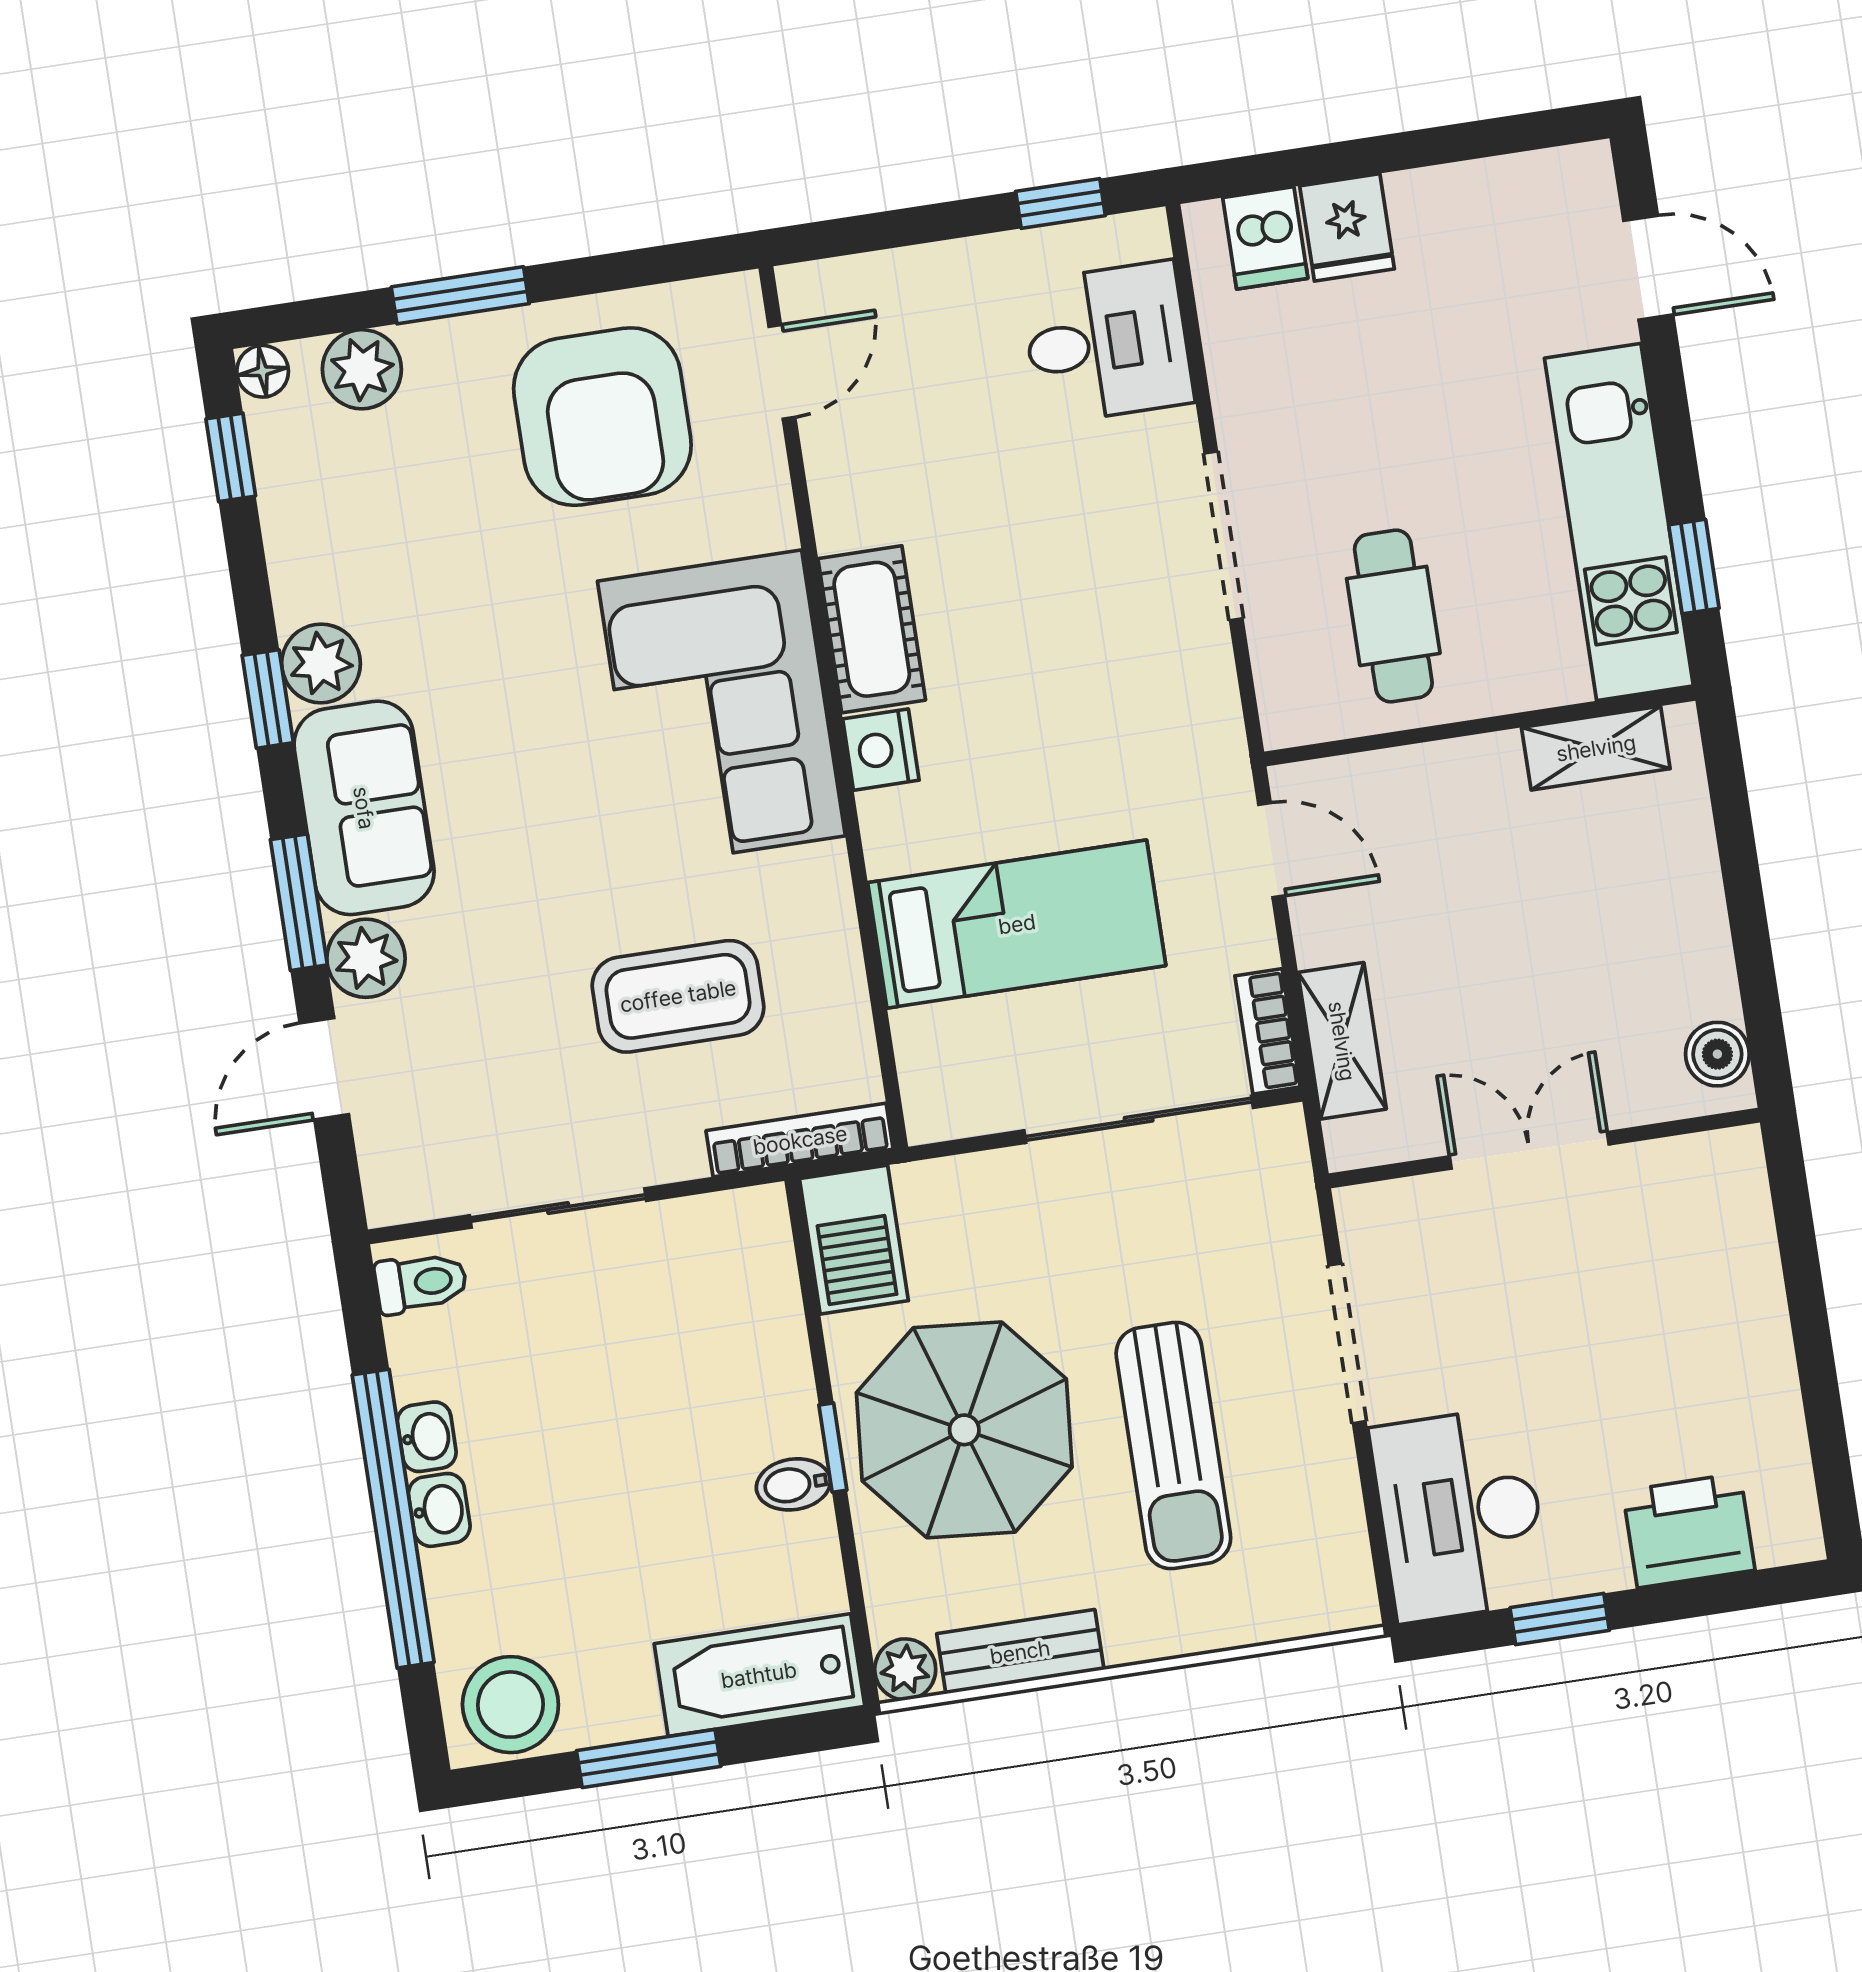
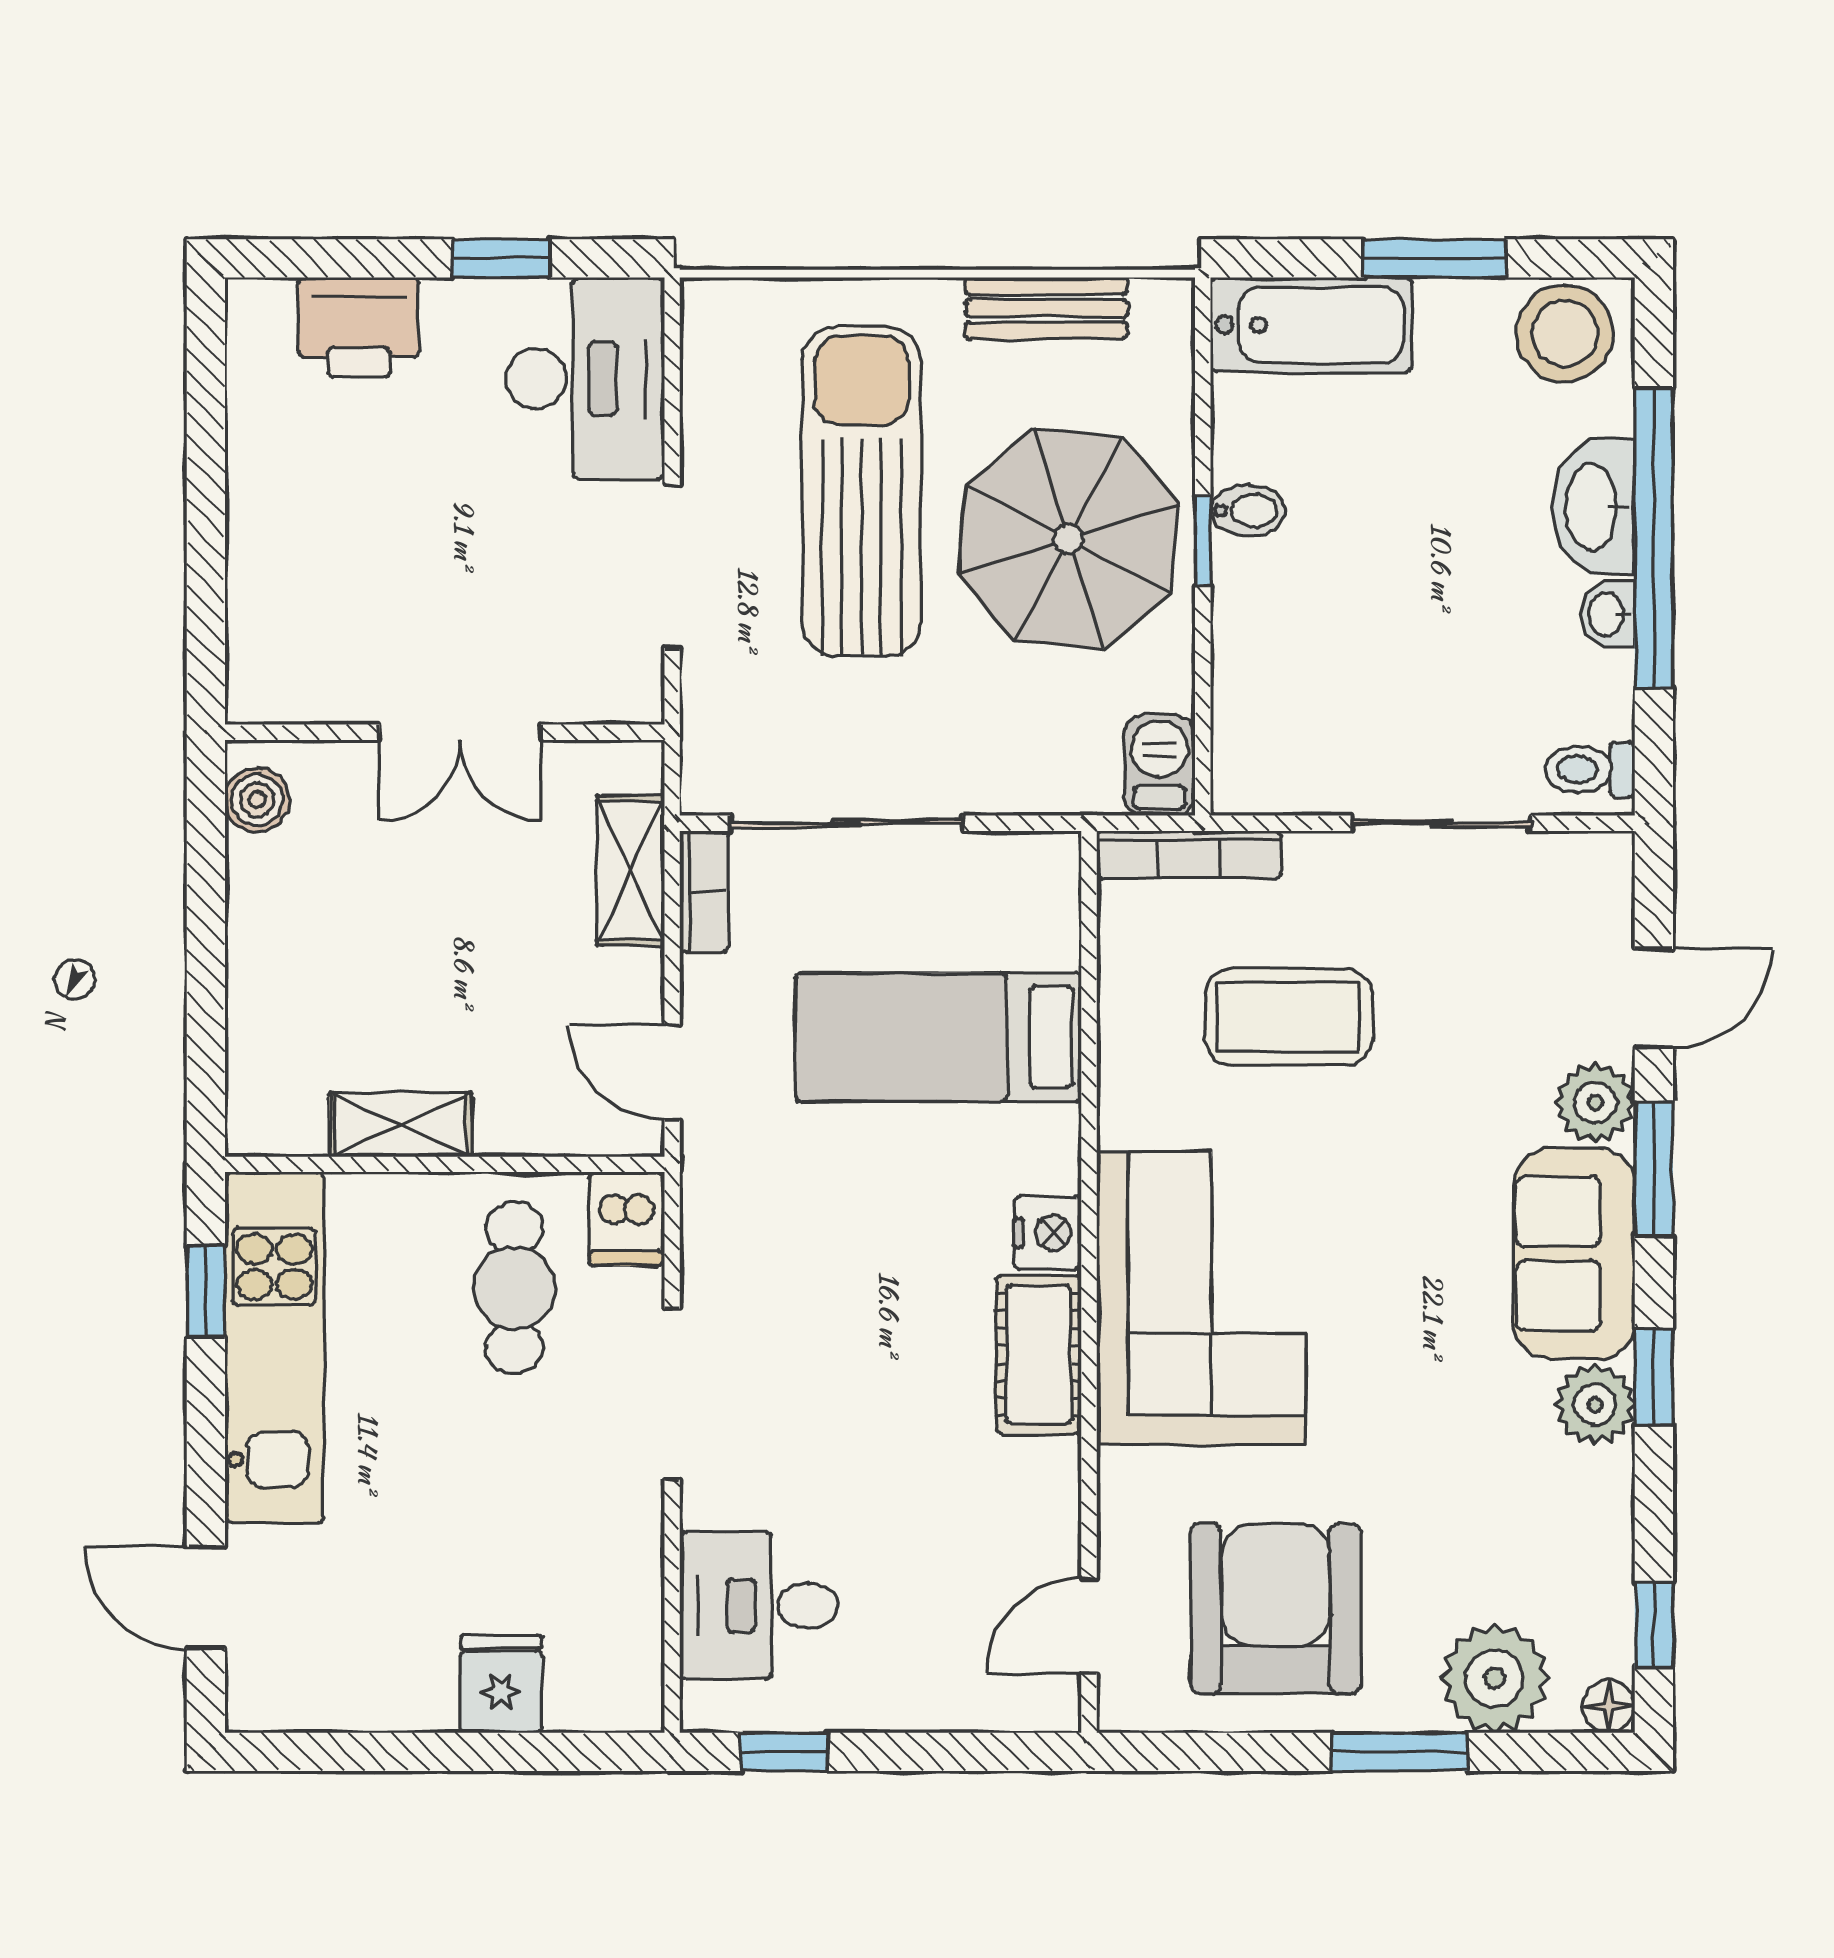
dishwasher: (1265, 238) -> (626, 1219), moved, turned 180
plant: (362, 369) -> (1494, 1678), width x1.36, depth x1.36
shelving: (1596, 748) -> (401, 1125), moved
barbecue: (854, 1240) -> (1159, 765), width x0.73, depth x0.79
sun lounger: (1173, 1446) -> (862, 491), width x1.36, depth x1.34
washbasin: (439, 1510) -> (1594, 507), width x1.91, depth x1.45
plant: (905, 1669) -> (1164, 308), removed

